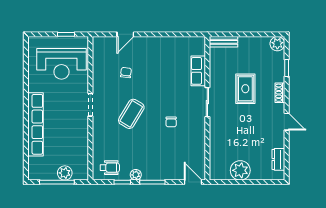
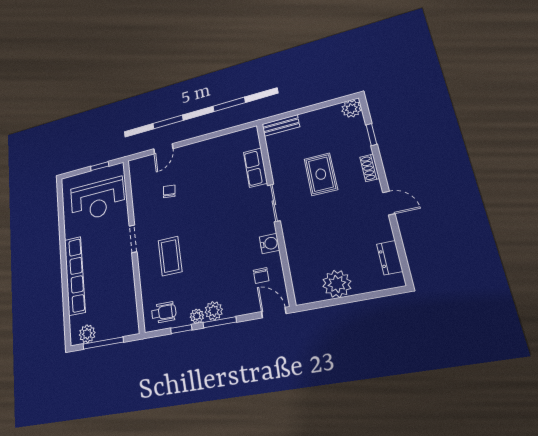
coffee table: (131, 114) -> (170, 256), moved, turned -31
chair: (171, 122) -> (261, 275), moved
water cooler: (199, 132) -> (270, 243), added
plant: (65, 173) -> (87, 334), moved
plant: (149, 173) -> (214, 311), added

